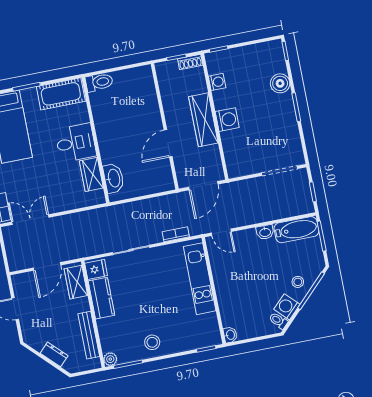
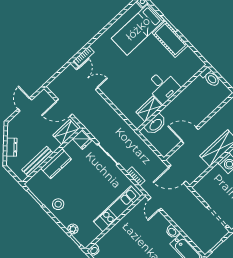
toilet: (99, 82) -> (210, 77), moved
cot: (61, 94) -> (170, 39), moved
wall: (96, 140) -> (172, 98), moved
desk: (76, 143) -> (163, 86), moved
wardrobe: (91, 174) -> (149, 109), moved
washbasin: (114, 178) -> (155, 124), moved
kitchen counter: (101, 298) -> (56, 164), moved
plant: (110, 359) -> (73, 229), moved

